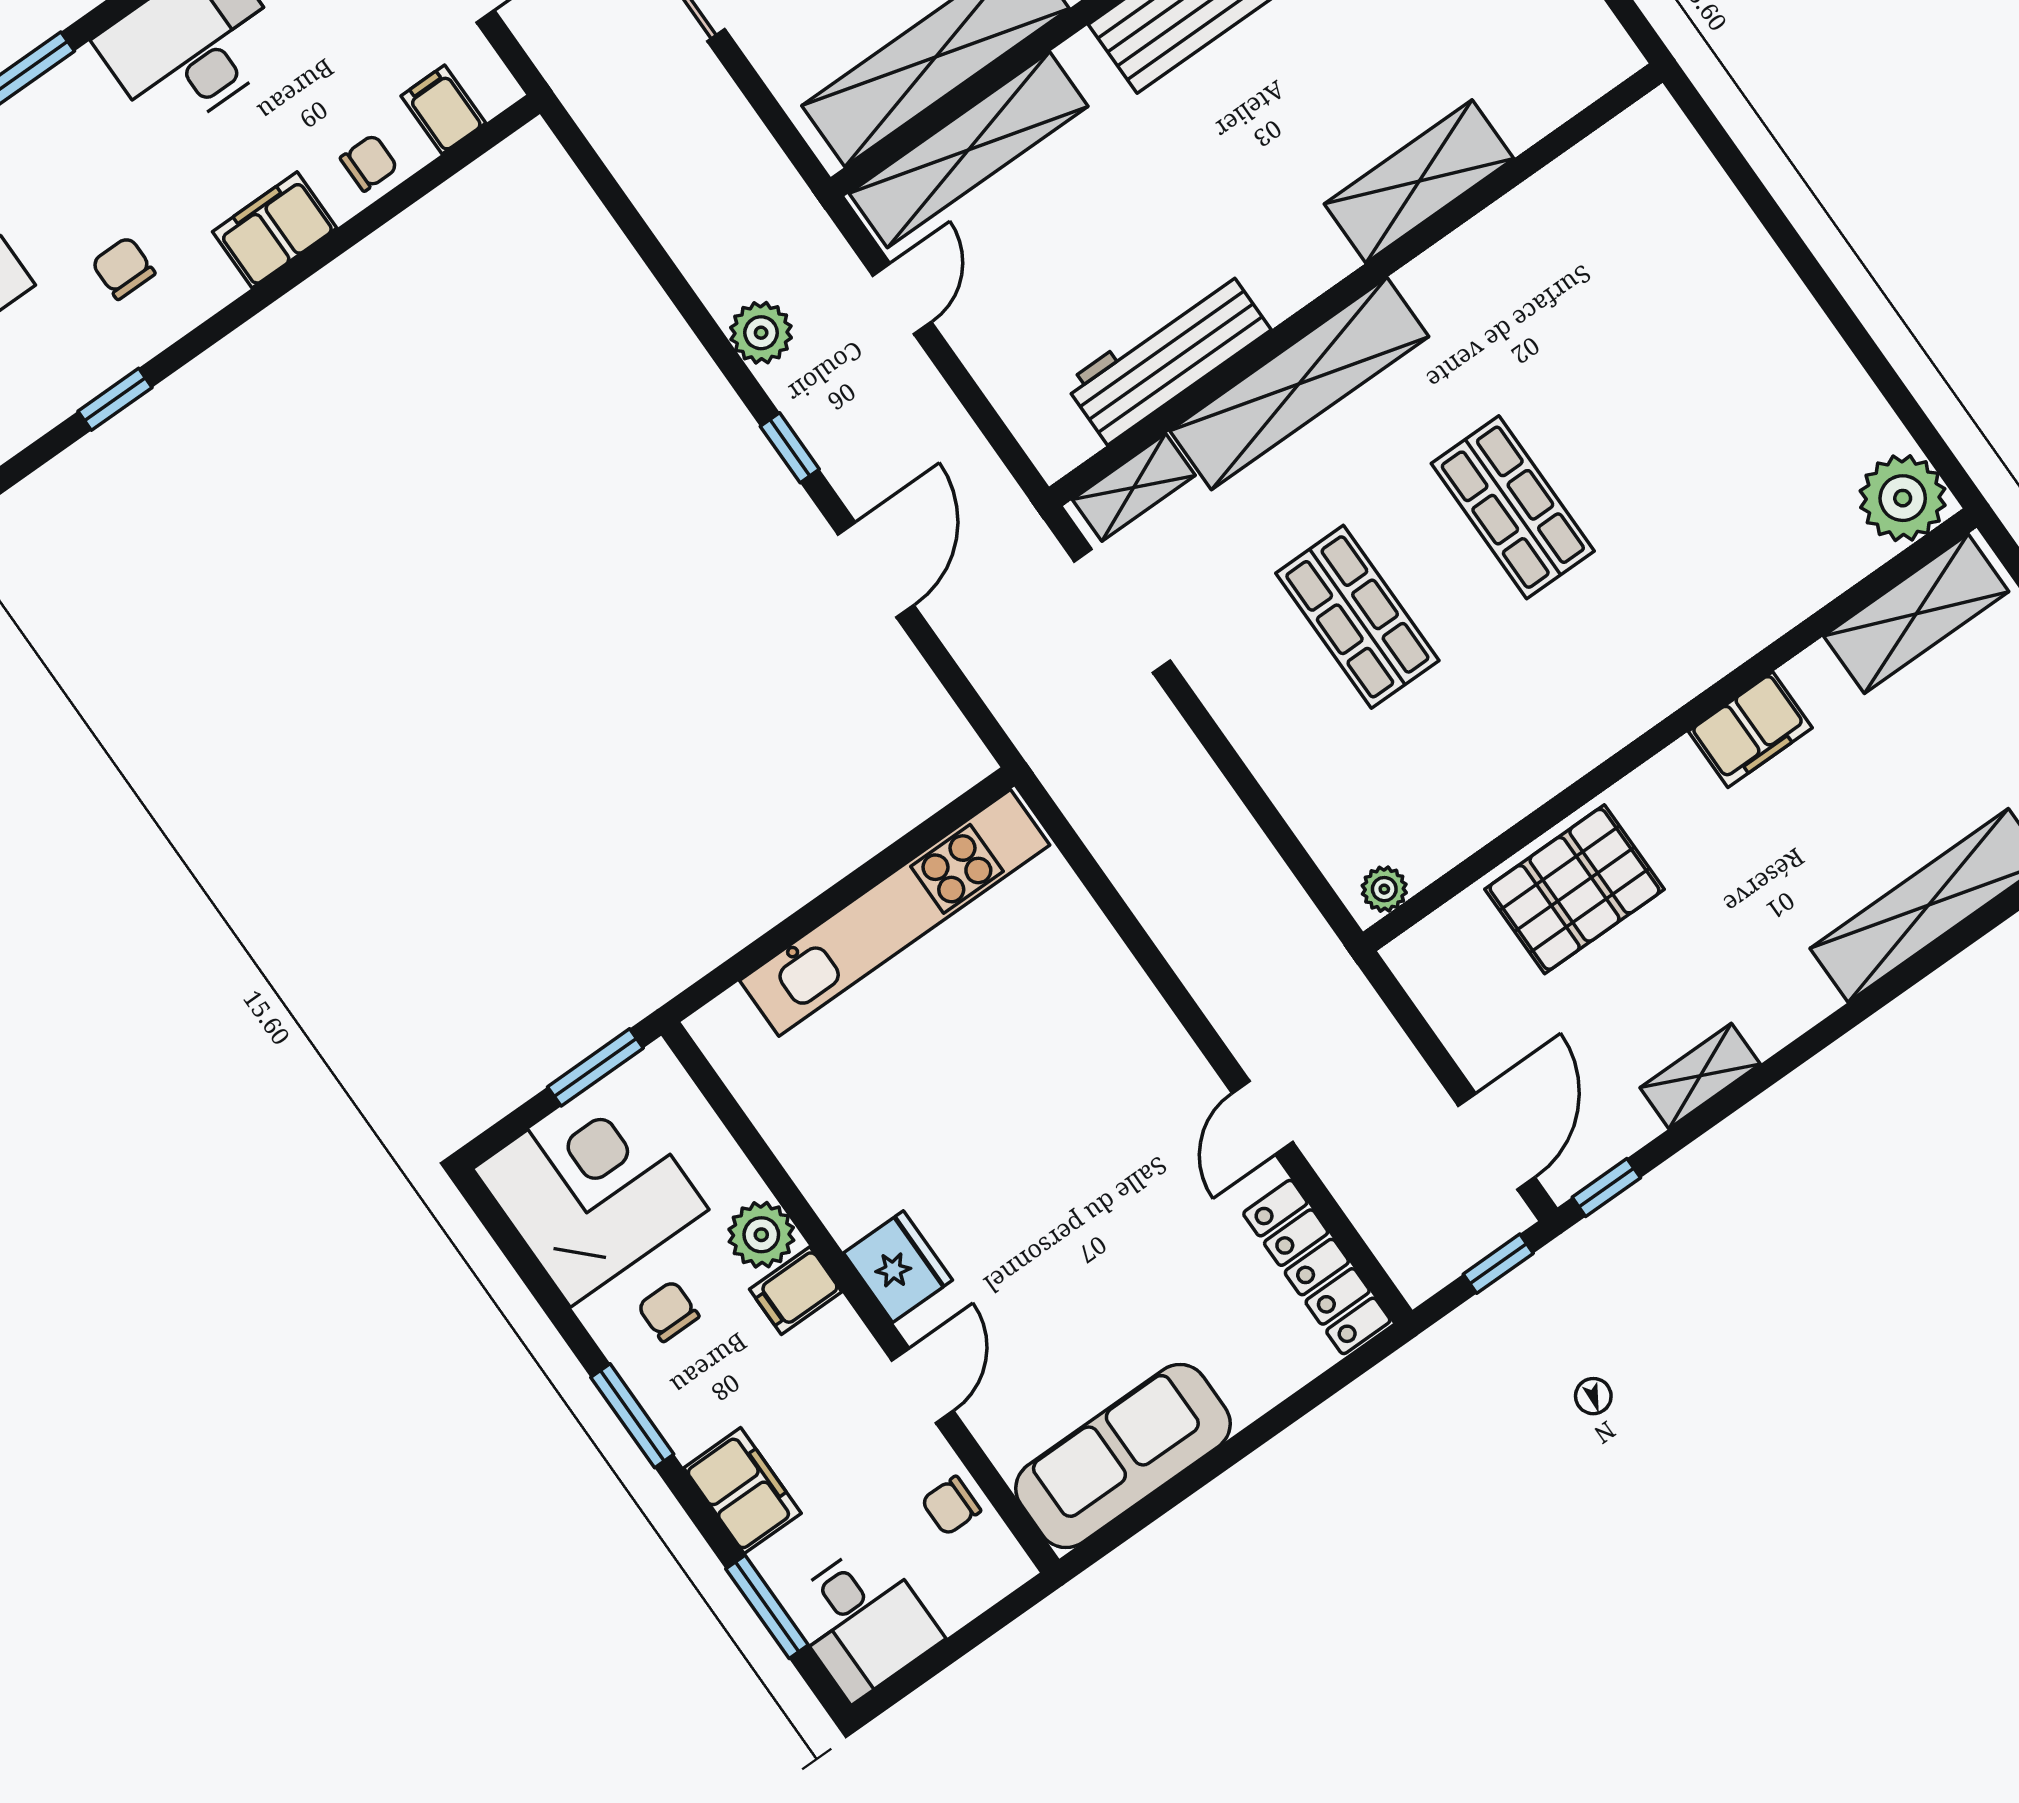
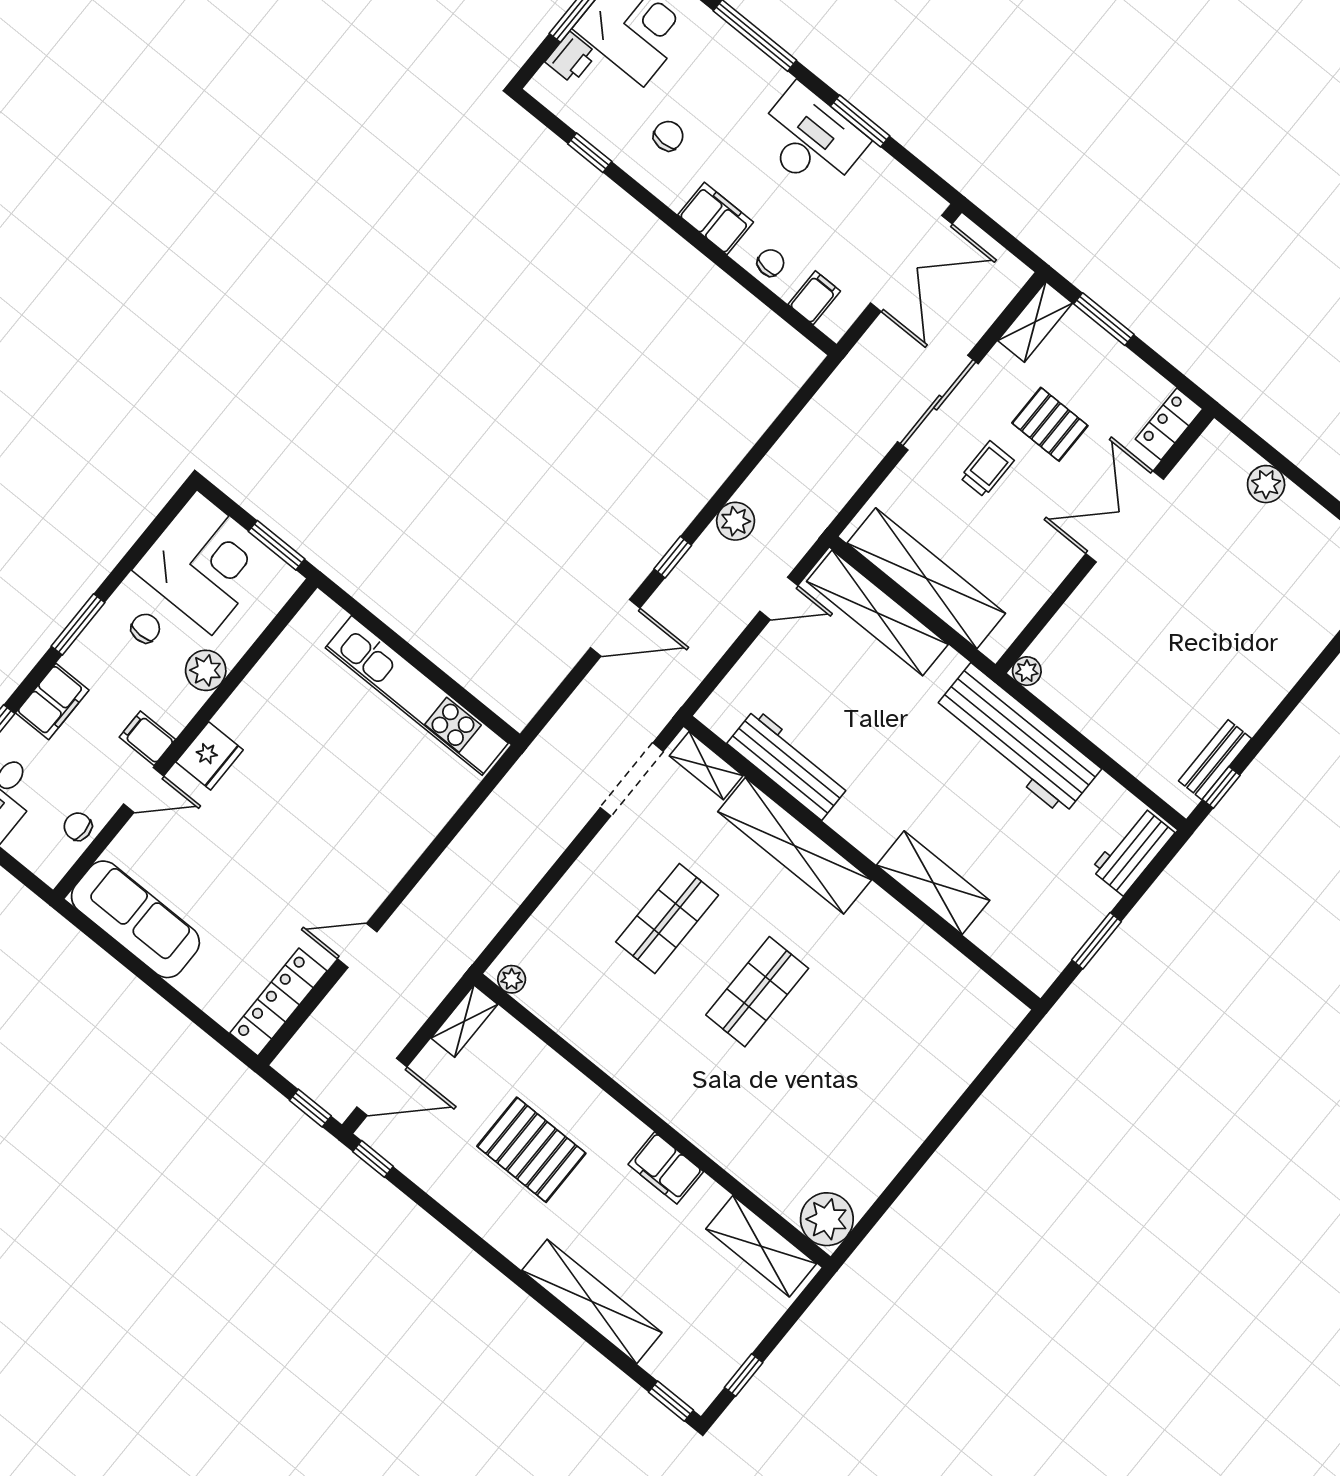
chair: (369, 163) -> (771, 263), turned -84
pallet: (1574, 889) -> (531, 1150), moved
shelving: (1700, 1076) -> (464, 1021), moved, turned 90
filing cabinet: (796, 1291) -> (147, 738), moved

